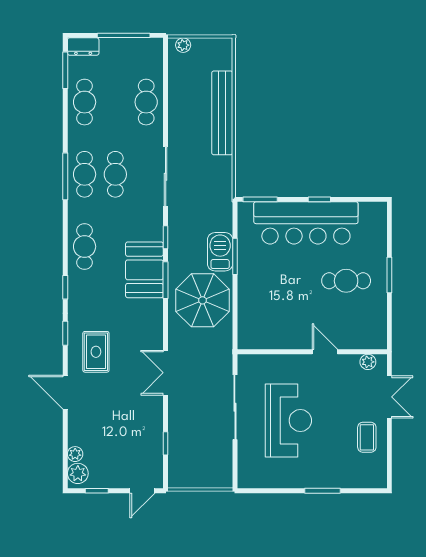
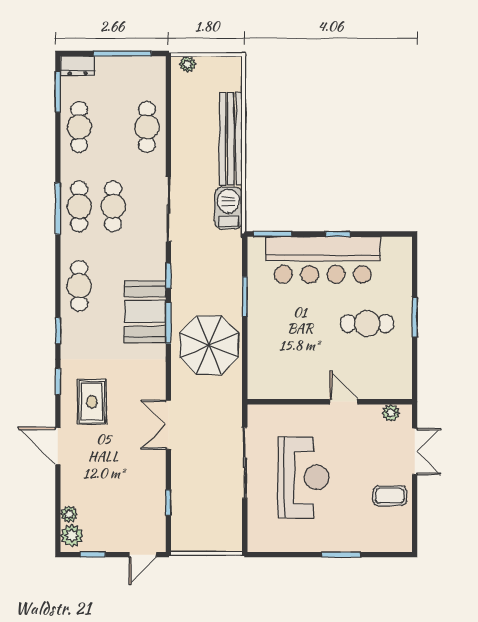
barbecue: (220, 252) -> (228, 208), moved
coffee table: (367, 437) -> (390, 496), turned 90

